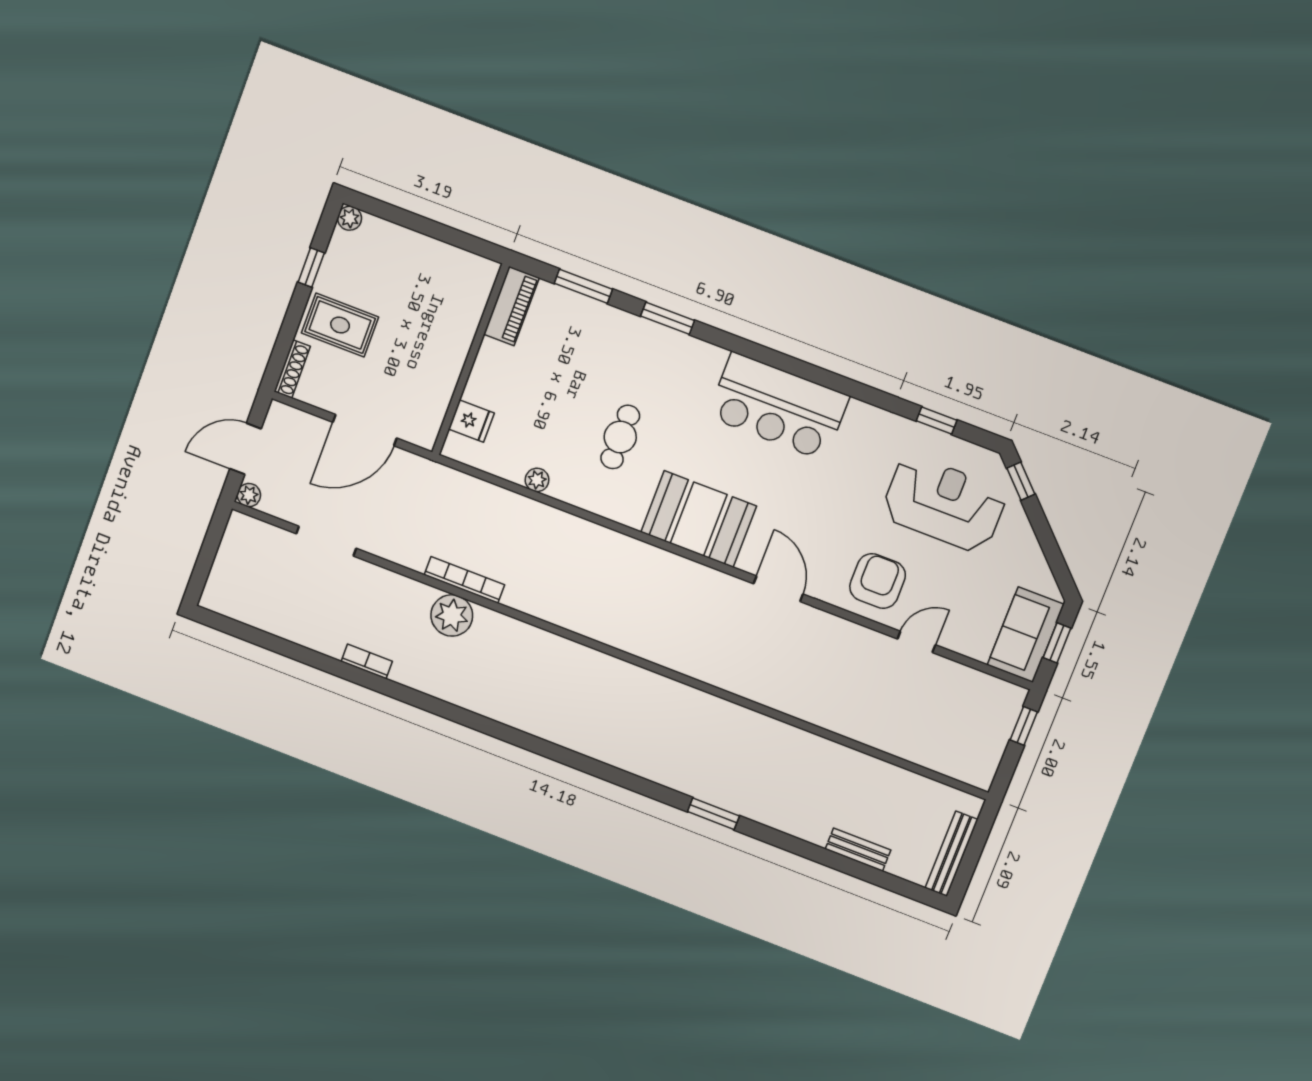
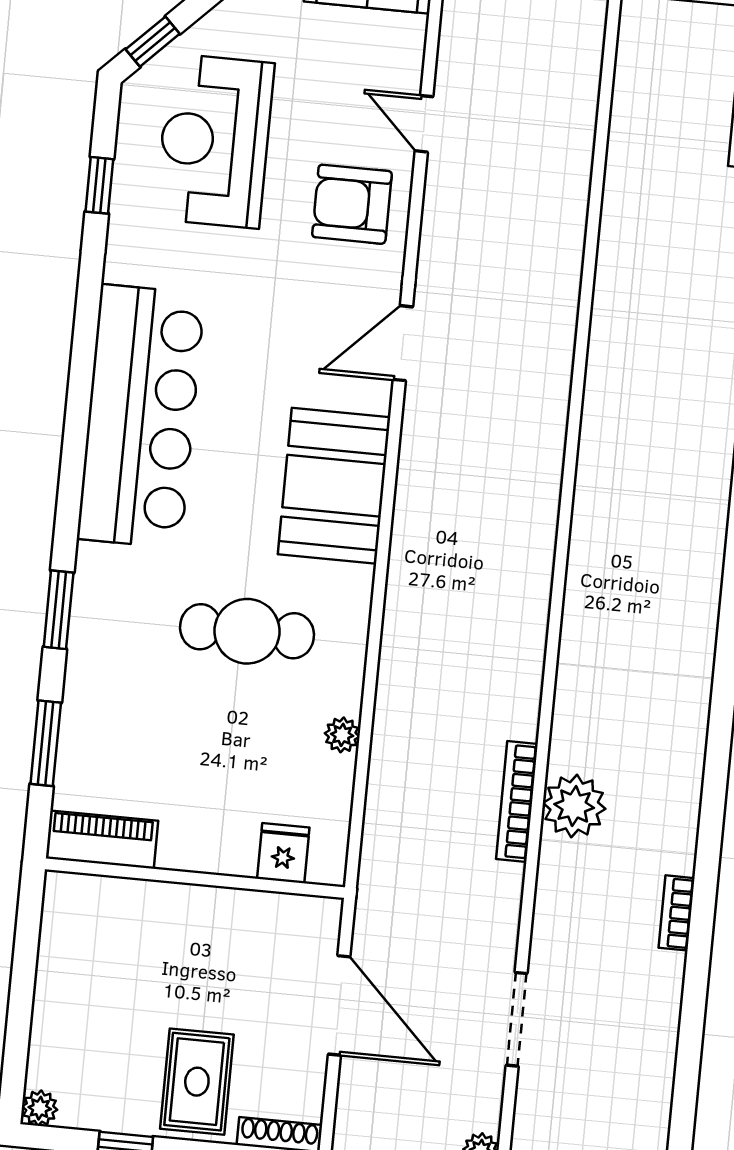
bar counter: (778, 406) -> (141, 416), width x1.36
cafe table: (620, 437) -> (247, 631), width x1.37, depth x1.35

